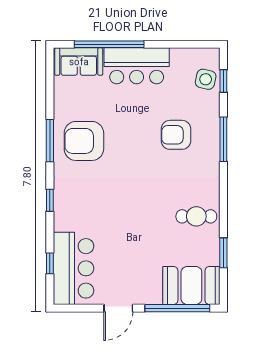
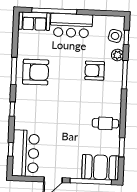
plant: (211, 109) -> (117, 55), added
armchair: (84, 141) -> (36, 72), turned 180

